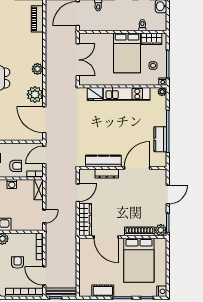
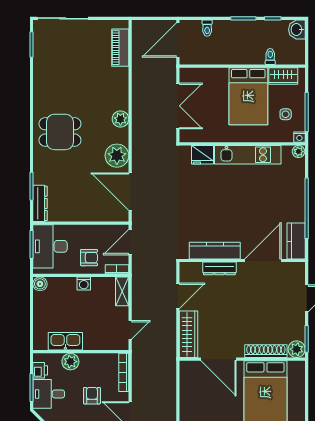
kitchen counter: (160, 139) -> (296, 241), moved

